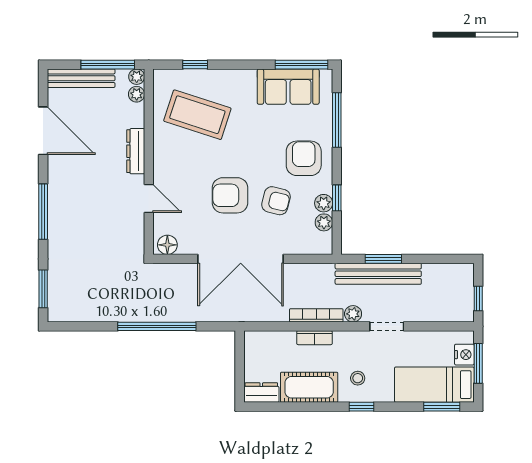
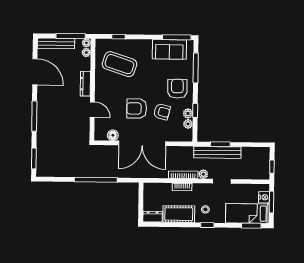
floor lamp: (167, 245) -> (113, 135), moved

